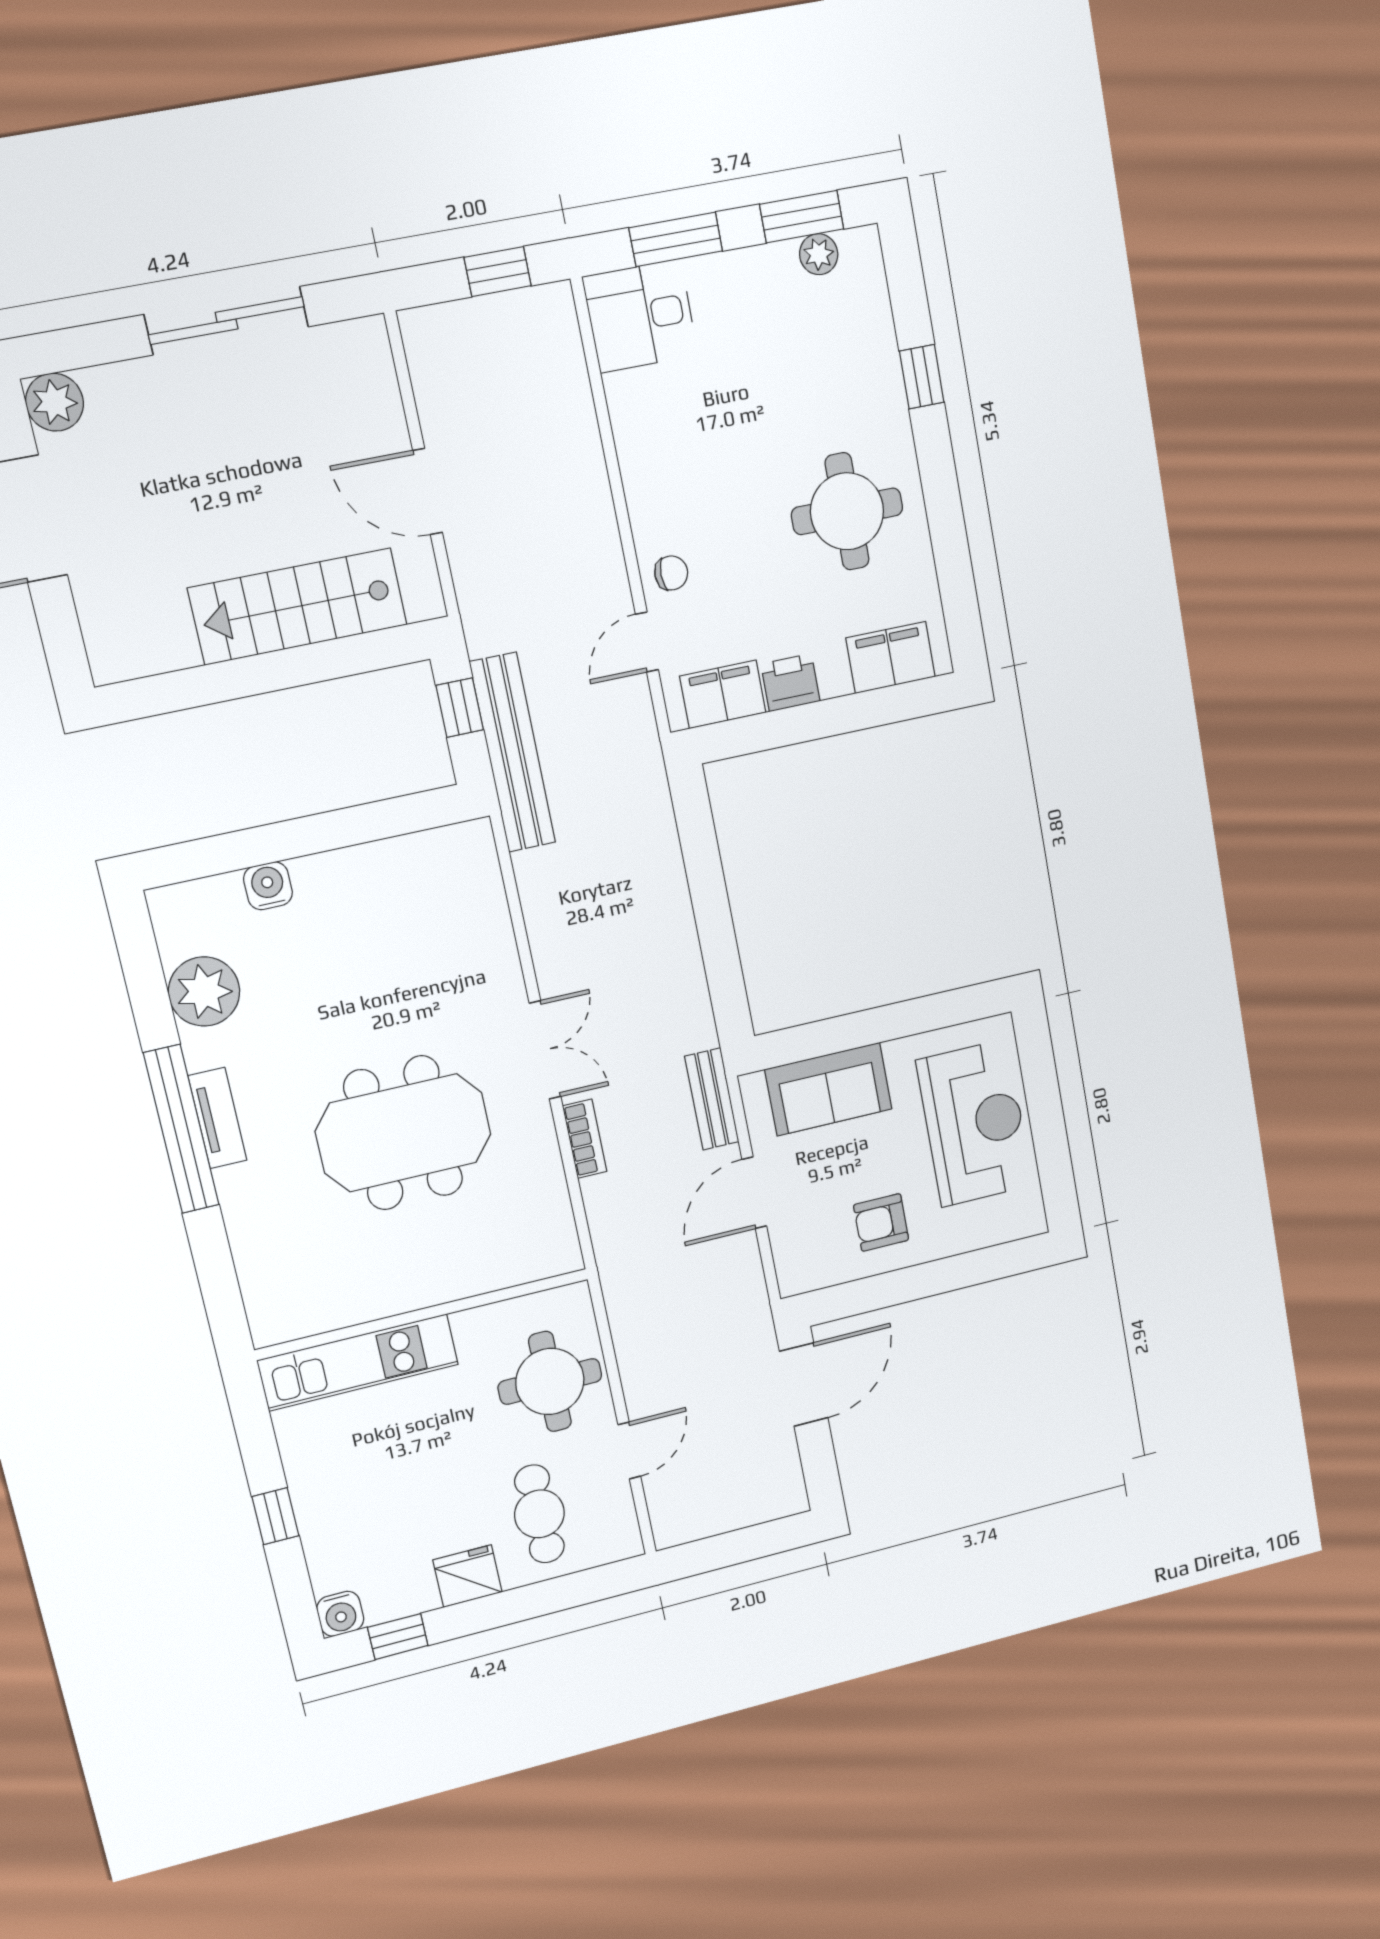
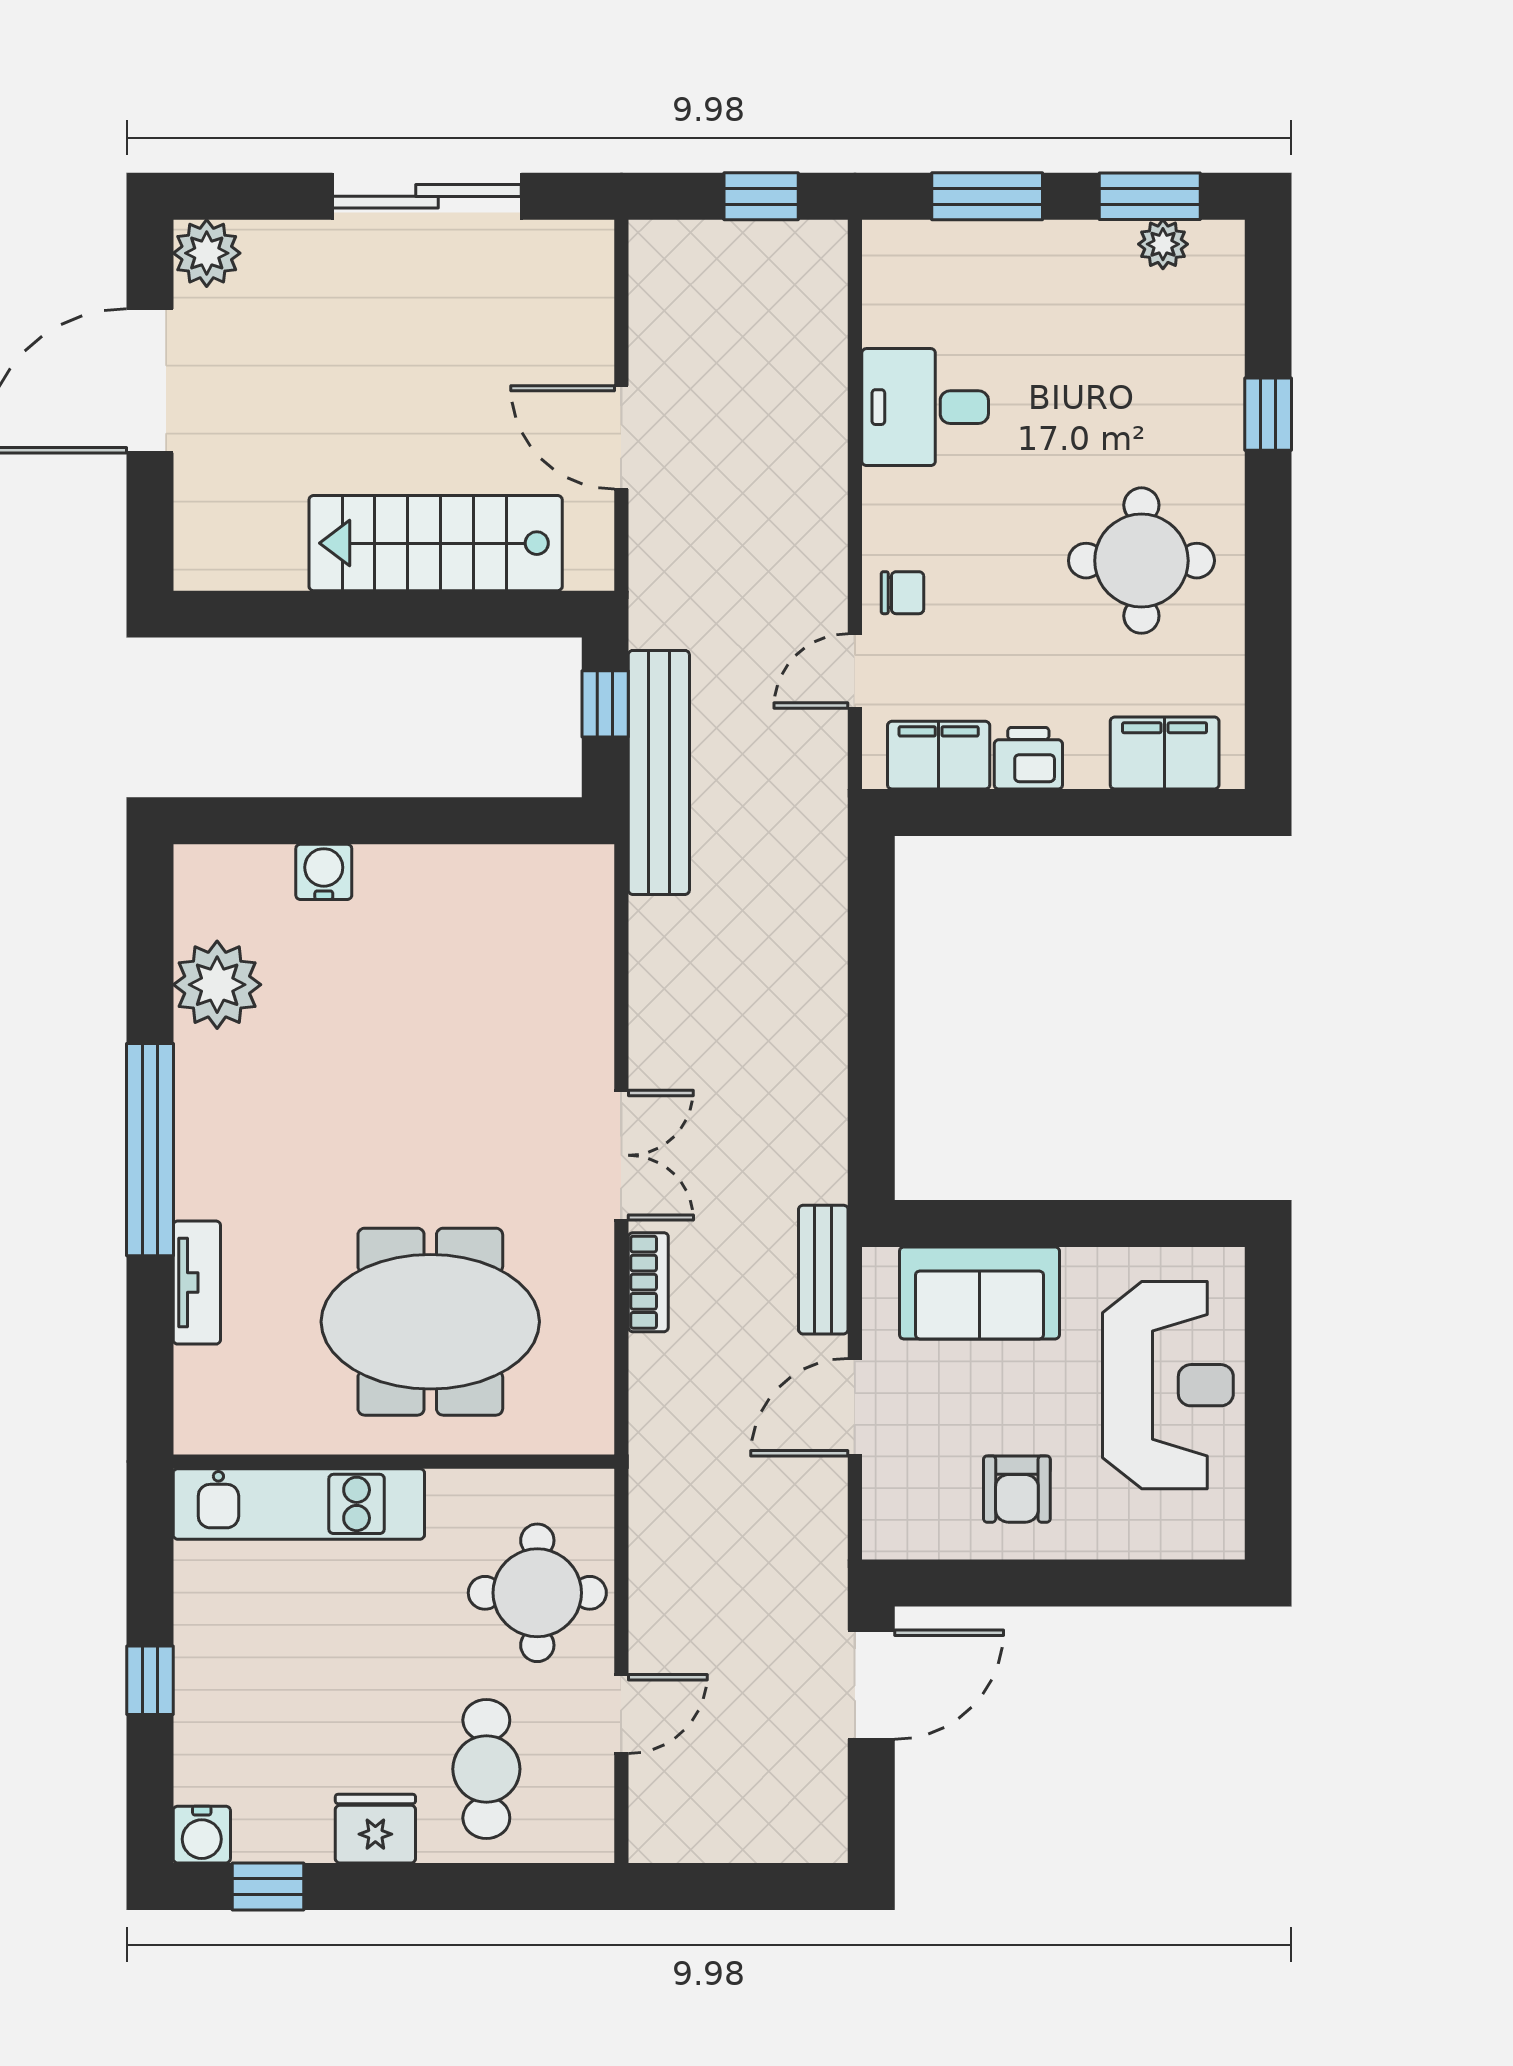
desk: (640, 316) -> (925, 407), moved
tv unit: (217, 1118) -> (197, 1283), moved
meeting table: (403, 1133) -> (430, 1322), moved
armchair: (881, 1222) -> (1017, 1489), turned -90

